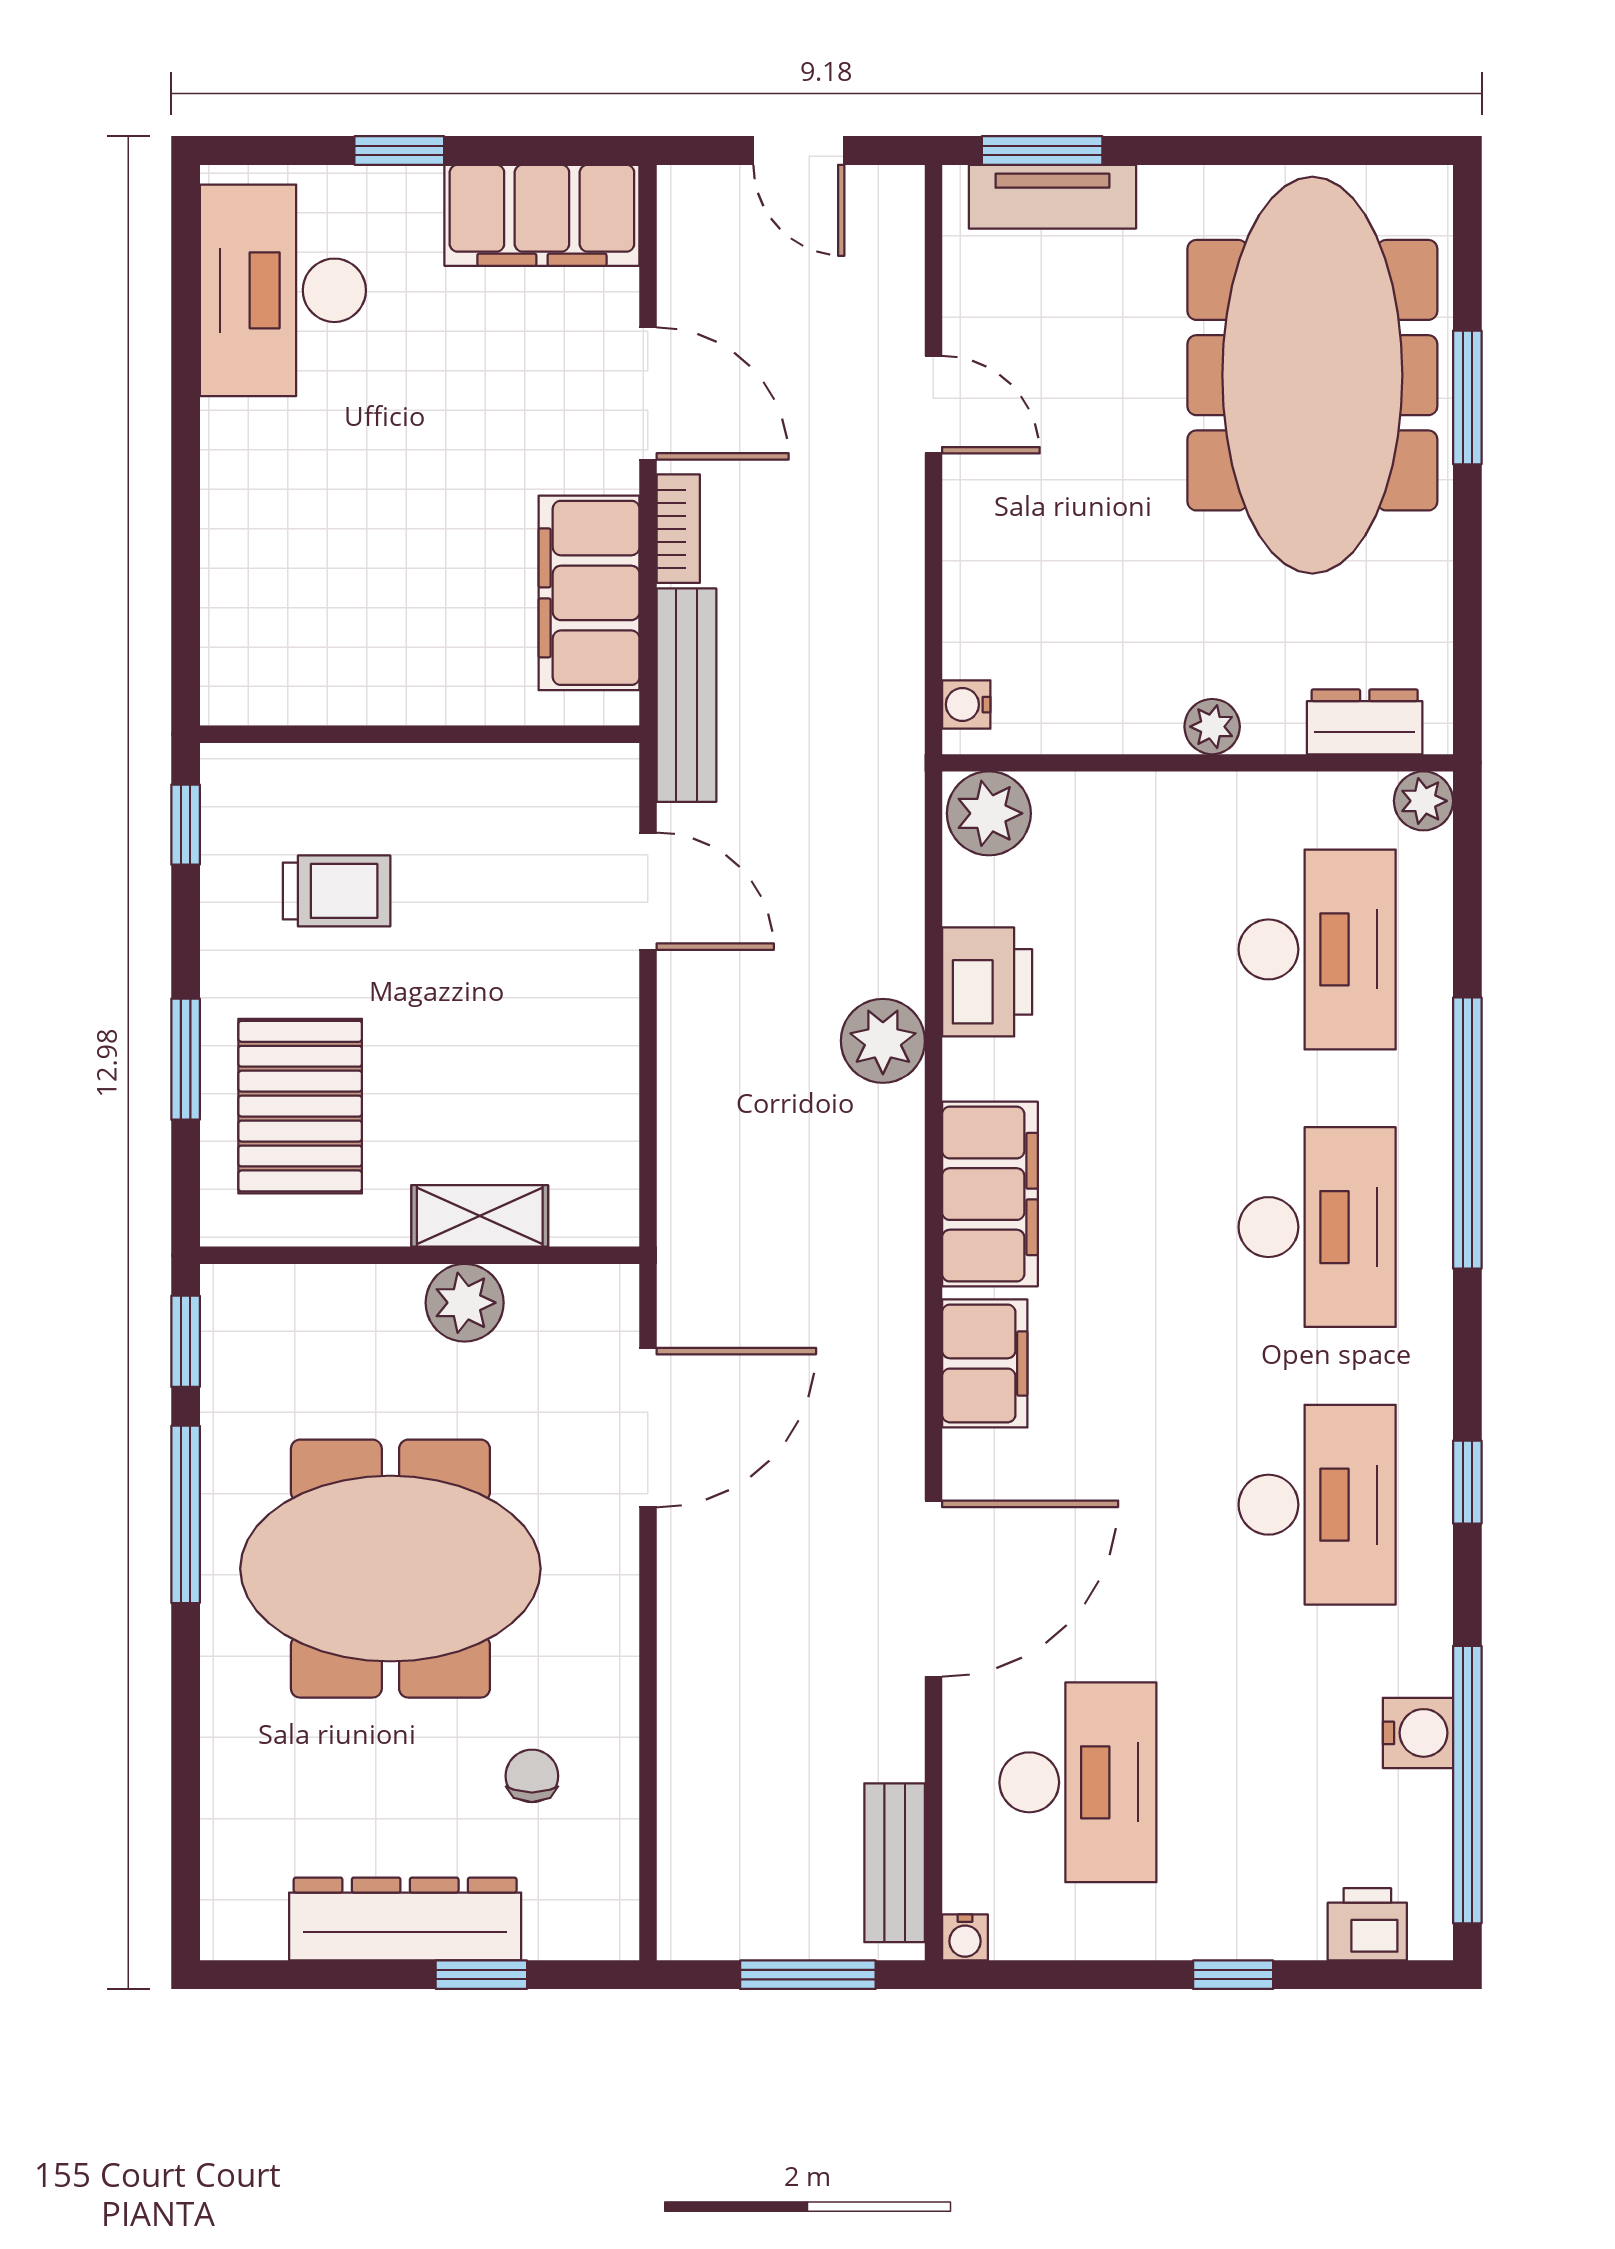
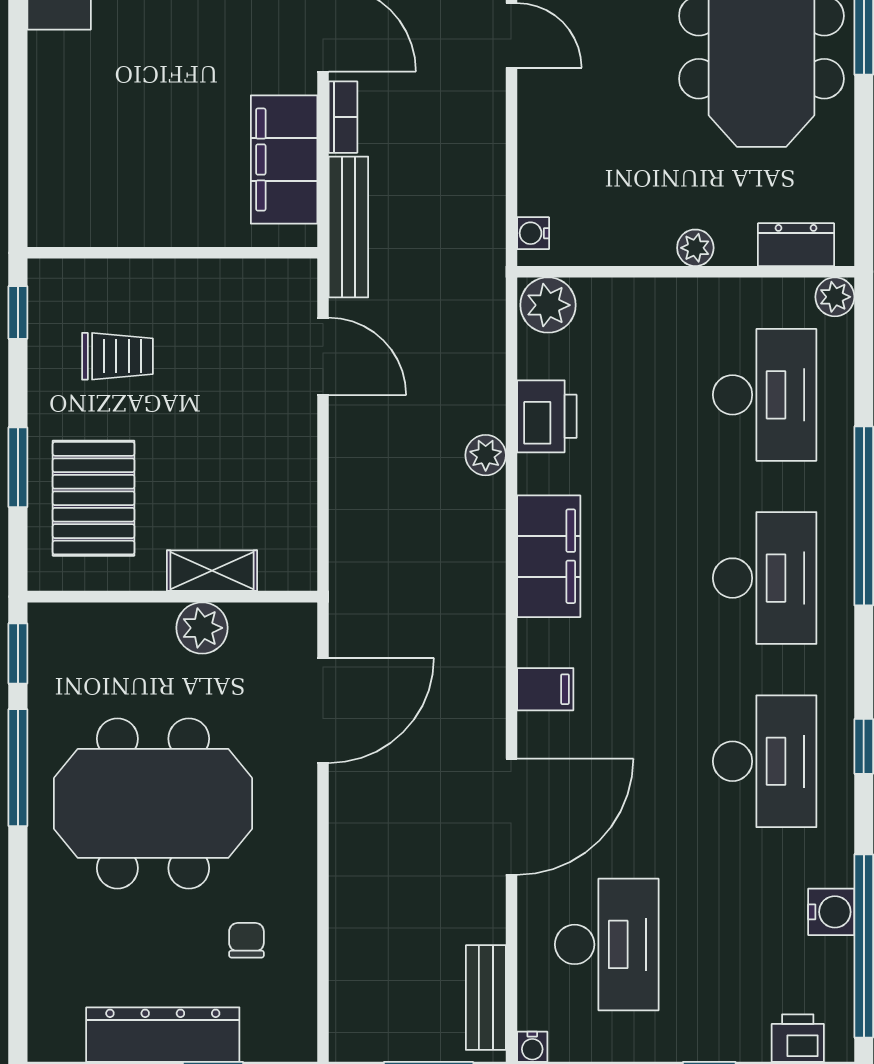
plant: (883, 1041) -> (486, 455), width x0.73, depth x0.73
filing cabinet: (985, 1363) -> (545, 689), width x0.50

